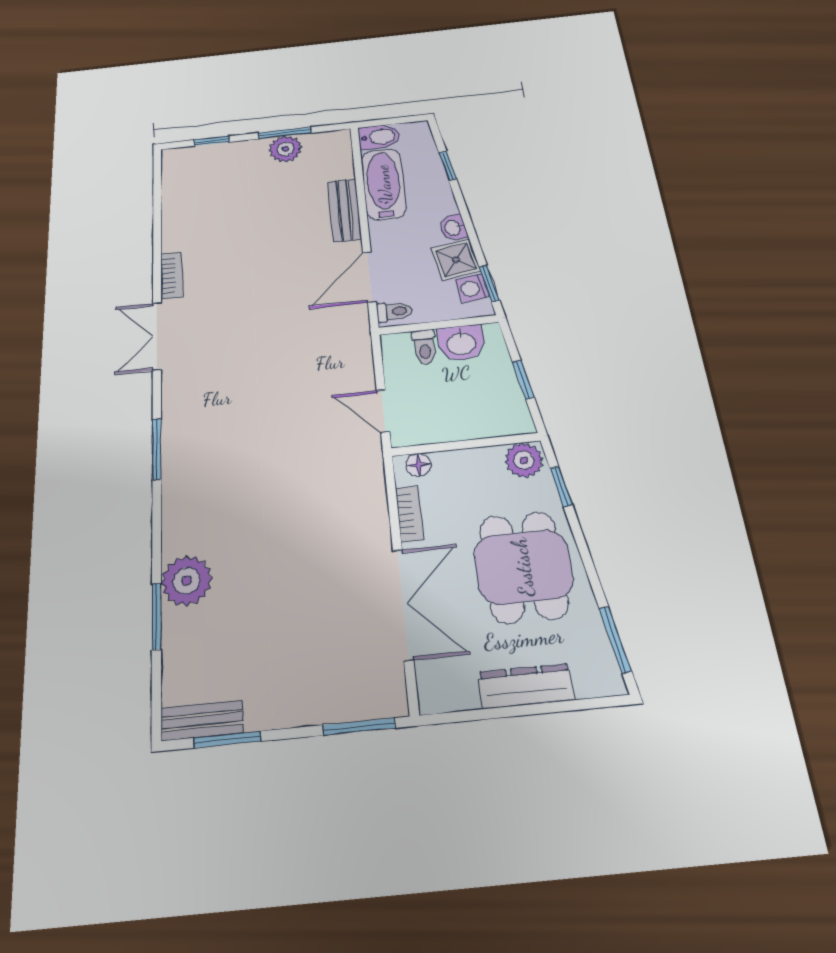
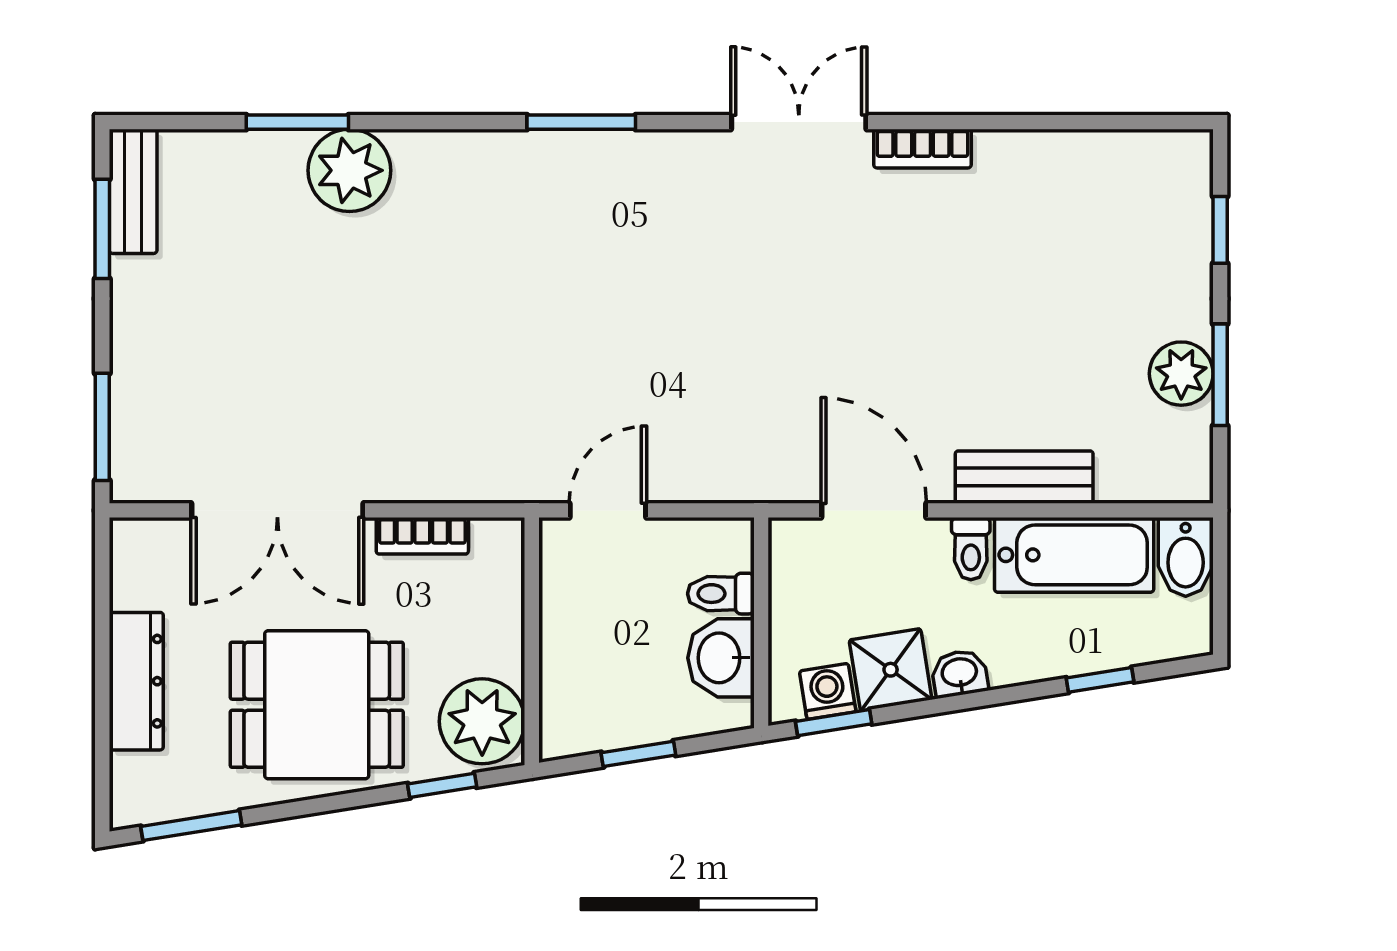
toilet: (395, 311) -> (971, 549), moved
plant: (524, 460) -> (482, 721), width x1.36, depth x1.36
floor lamp: (419, 465) -> (504, 560), removed

